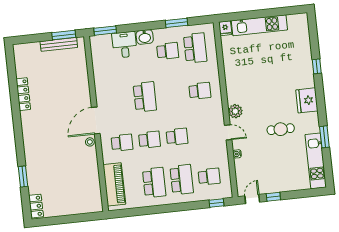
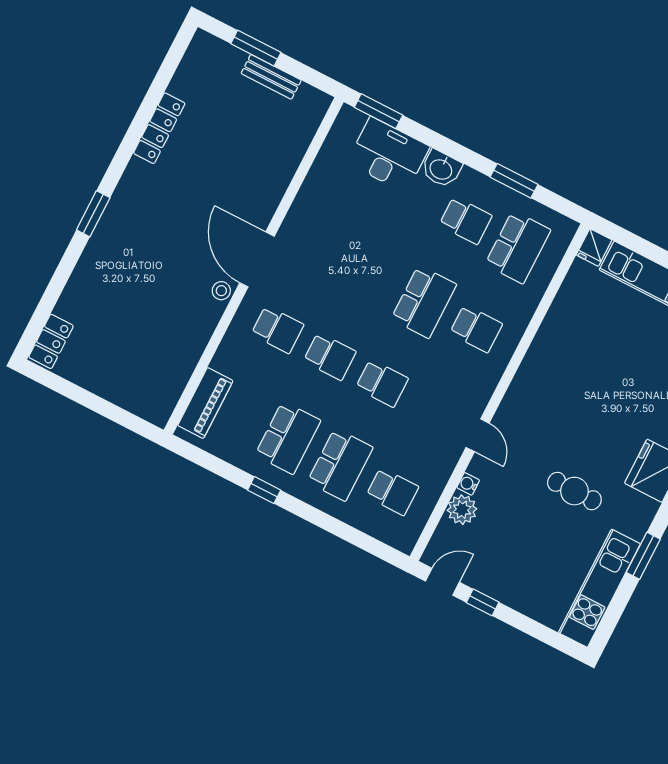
window: (64, 35) -> (256, 48), moved
bench: (59, 44) -> (271, 77), width x0.73
desk: (125, 45) -> (388, 155), width x1.37
school desk: (145, 97) -> (424, 302), moved
plant: (235, 111) -> (462, 510), moved
door: (96, 120) -> (257, 259), hinge flipped
window: (23, 176) -> (93, 214), moved
piano: (114, 184) -> (205, 403), width x0.73, depth x0.75
window: (216, 203) -> (264, 490), moved

